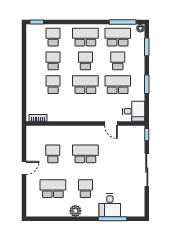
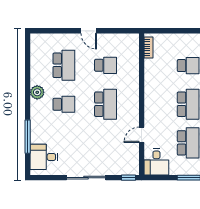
desk: (110, 205) -> (44, 157), moved

